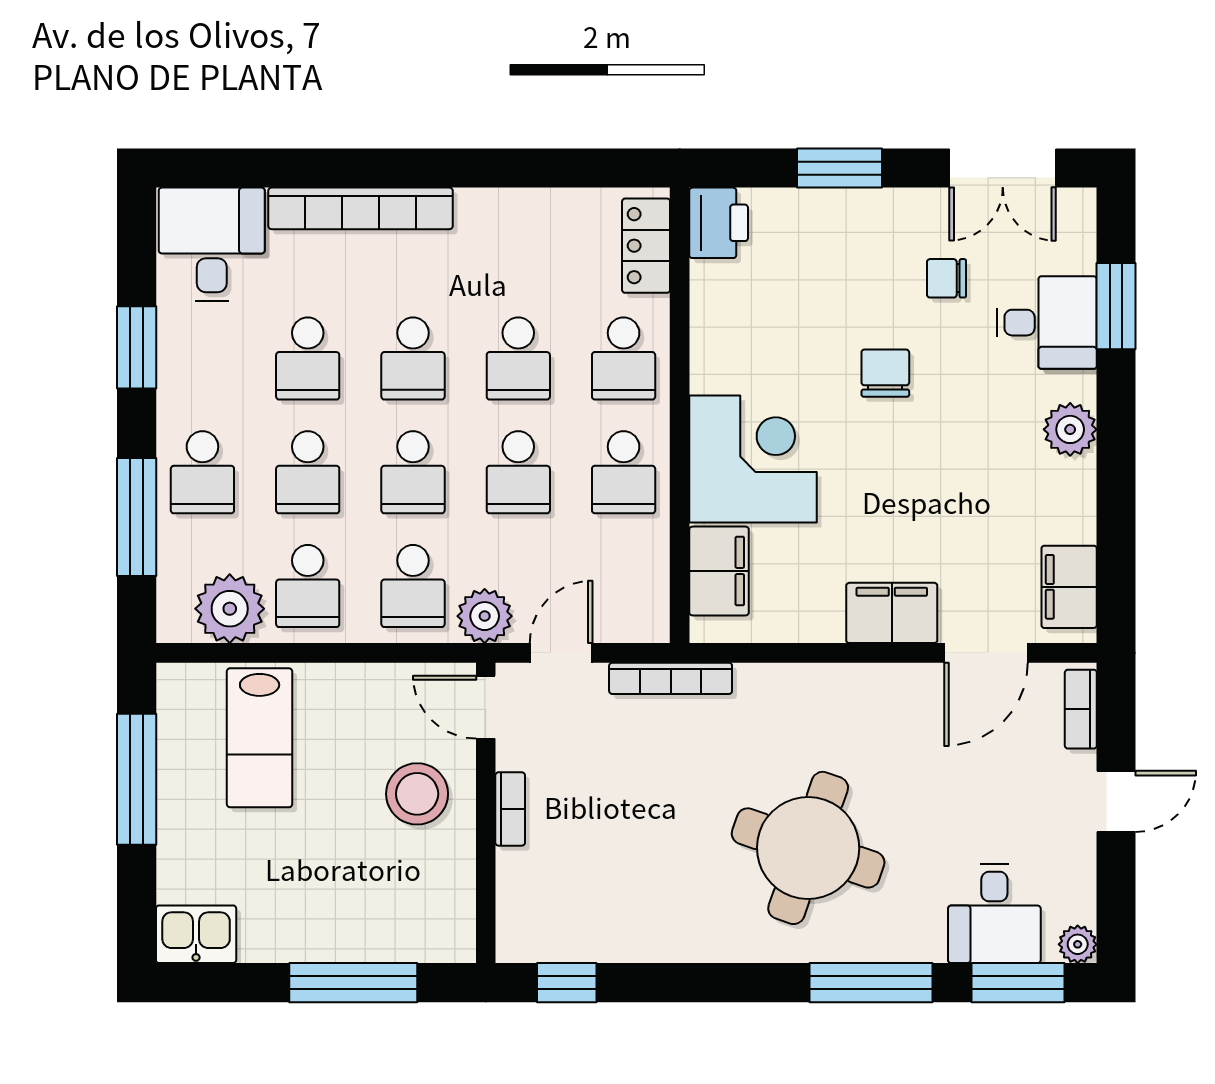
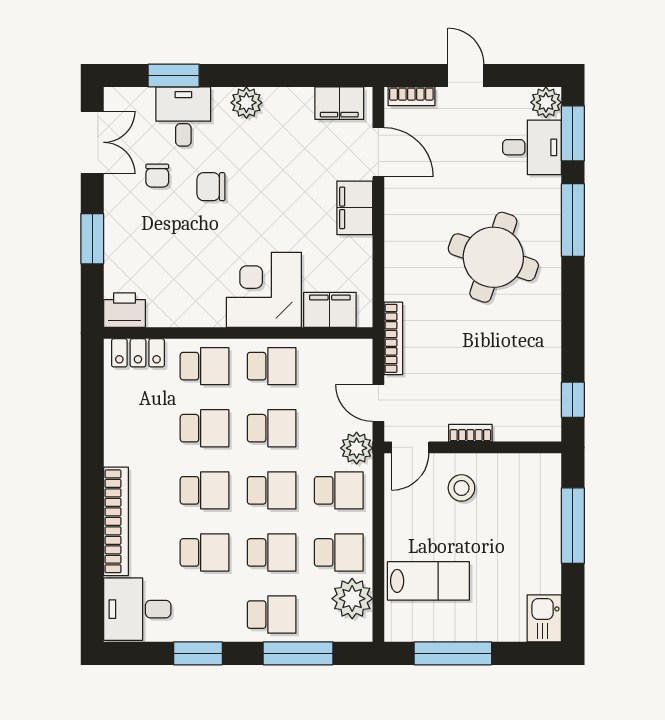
chair: (885, 373) -> (211, 187), moved
stool: (417, 794) -> (461, 488), width x0.73, depth x0.73
plant: (1078, 944) -> (546, 102), width x1.38, depth x1.38

